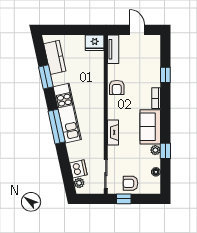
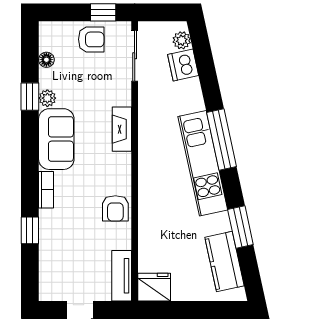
armchair: (117, 87) -> (115, 208), turned 180

